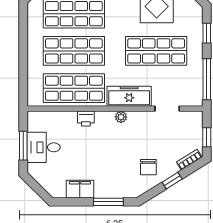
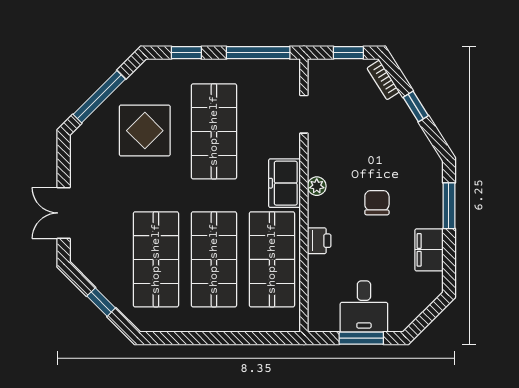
freezer: (129, 96) -> (284, 183), width x0.71
chair: (148, 167) -> (377, 203), moved, turned -90

